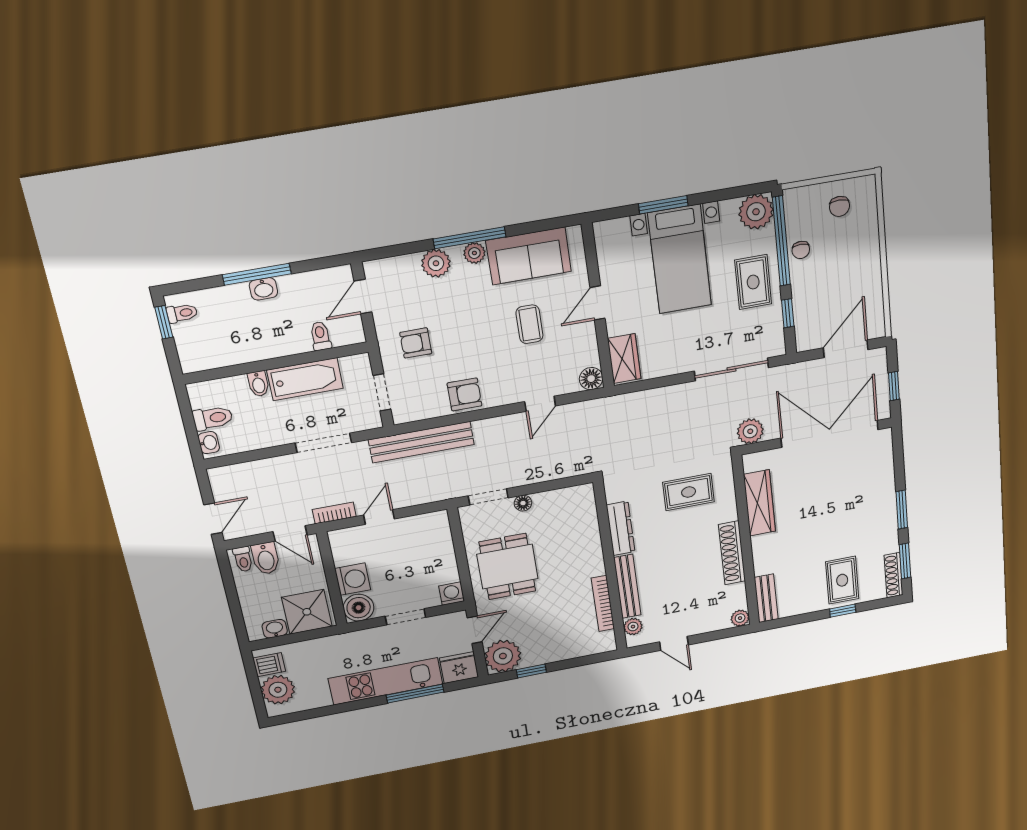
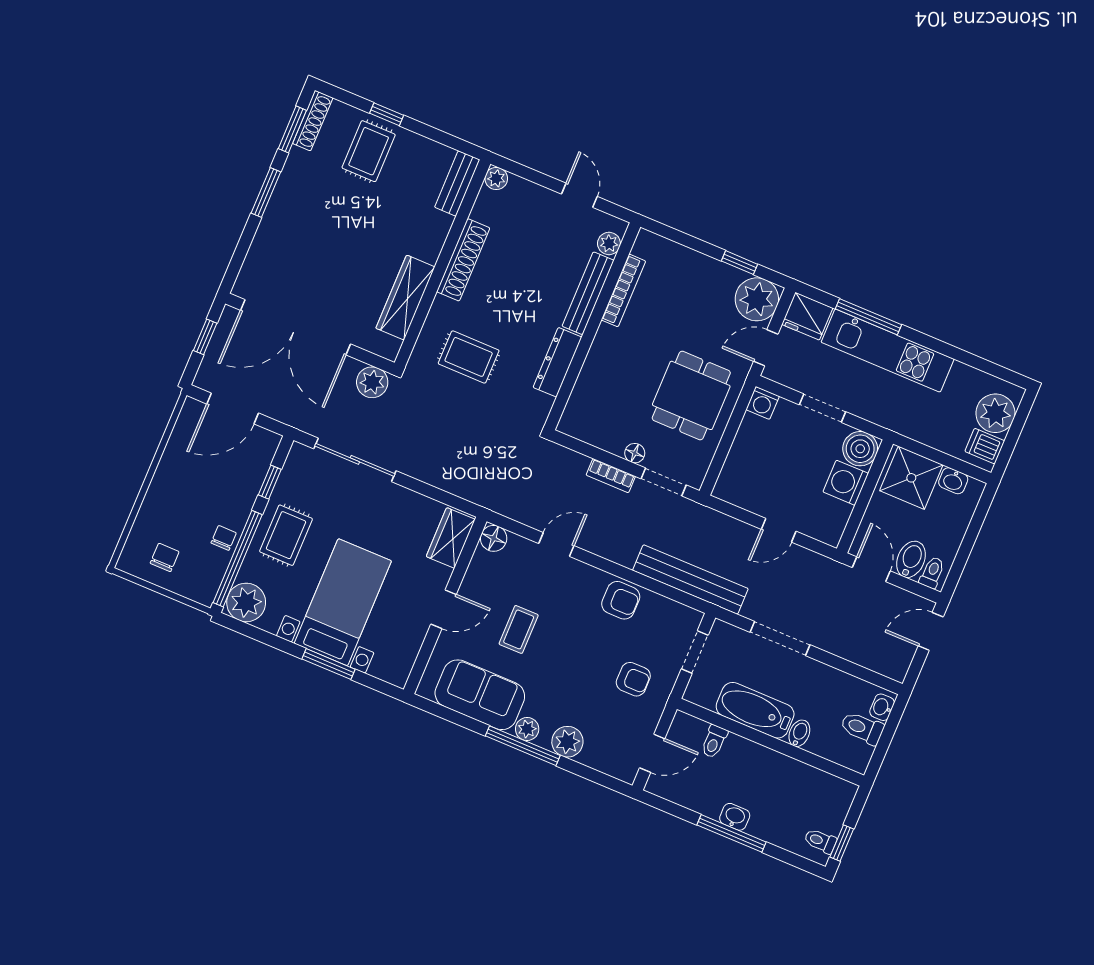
armchair: (464, 394) -> (621, 600), turned 180
bookcase: (334, 513) -> (611, 476), moved

